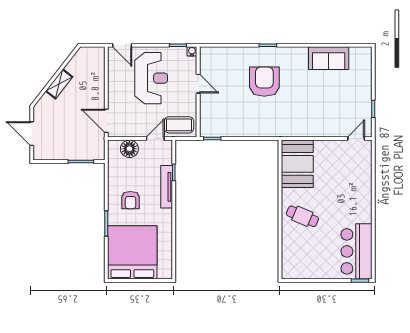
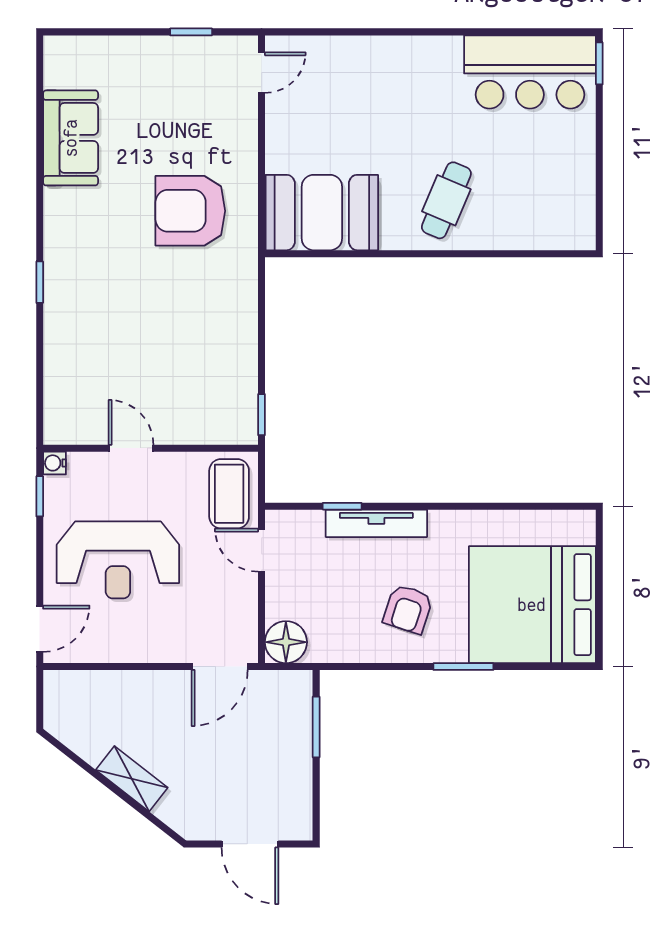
reception desk: (151, 78) -> (118, 560), turned 180
armchair: (264, 82) -> (190, 211), moved
door: (198, 84) -> (131, 448), hinge flipped
door: (32, 134) -> (250, 844), hinge flipped
door: (356, 138) -> (262, 73), swing flipped
floor lamp: (129, 149) -> (286, 642), moved
armchair: (130, 200) -> (408, 609), turned 108

